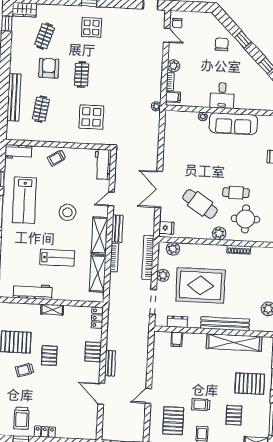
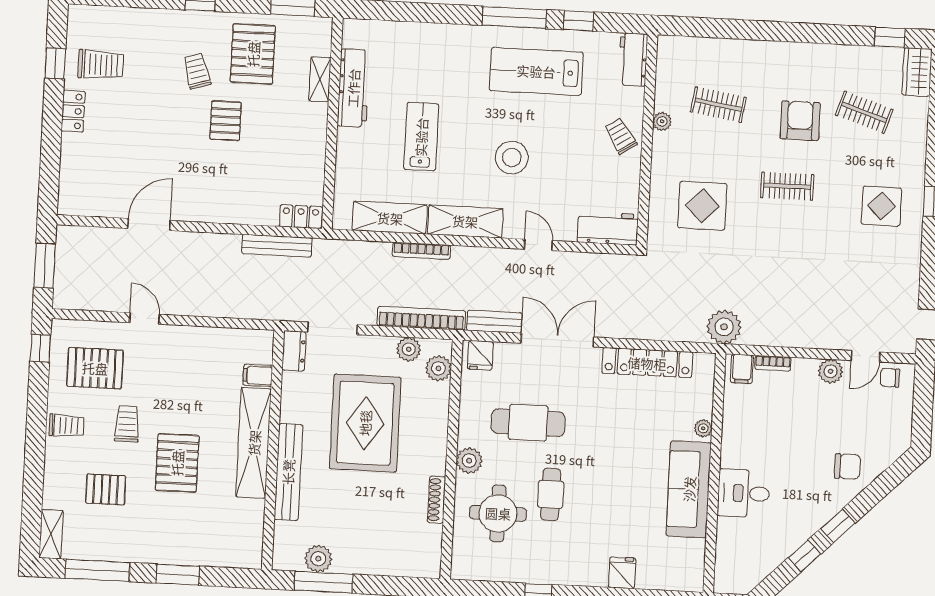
window: (243, 40) -> (838, 526), moved
plant: (173, 66) -> (831, 371), moved
armchair: (49, 68) -> (800, 121), turned -90
desk: (222, 95) -> (744, 493), moved
bench: (14, 97) -> (742, 51), removed
plant: (156, 106) -> (724, 327), width x1.87, depth x1.87
plant: (49, 137) -> (662, 121), added
locker: (170, 144) -> (647, 363), added
cafe table: (200, 204) -> (528, 423), turned 57
bench: (117, 229) -> (494, 322), moved
lab bench: (57, 258) -> (421, 137), turned 180
plant: (163, 275) -> (409, 349), moved
shelving: (52, 310) -> (320, 79), moved
dresser: (177, 322) -> (294, 351), moved
shelving: (234, 342) -> (254, 443), moved
pallet: (93, 352) -> (233, 207), removed
pallet: (49, 356) -> (226, 121), turned 90
bench: (110, 363) -> (277, 246), moved, width x1.36
pallet: (250, 384) -> (177, 463), moved
trolley: (21, 418) -> (101, 65), turned 180

